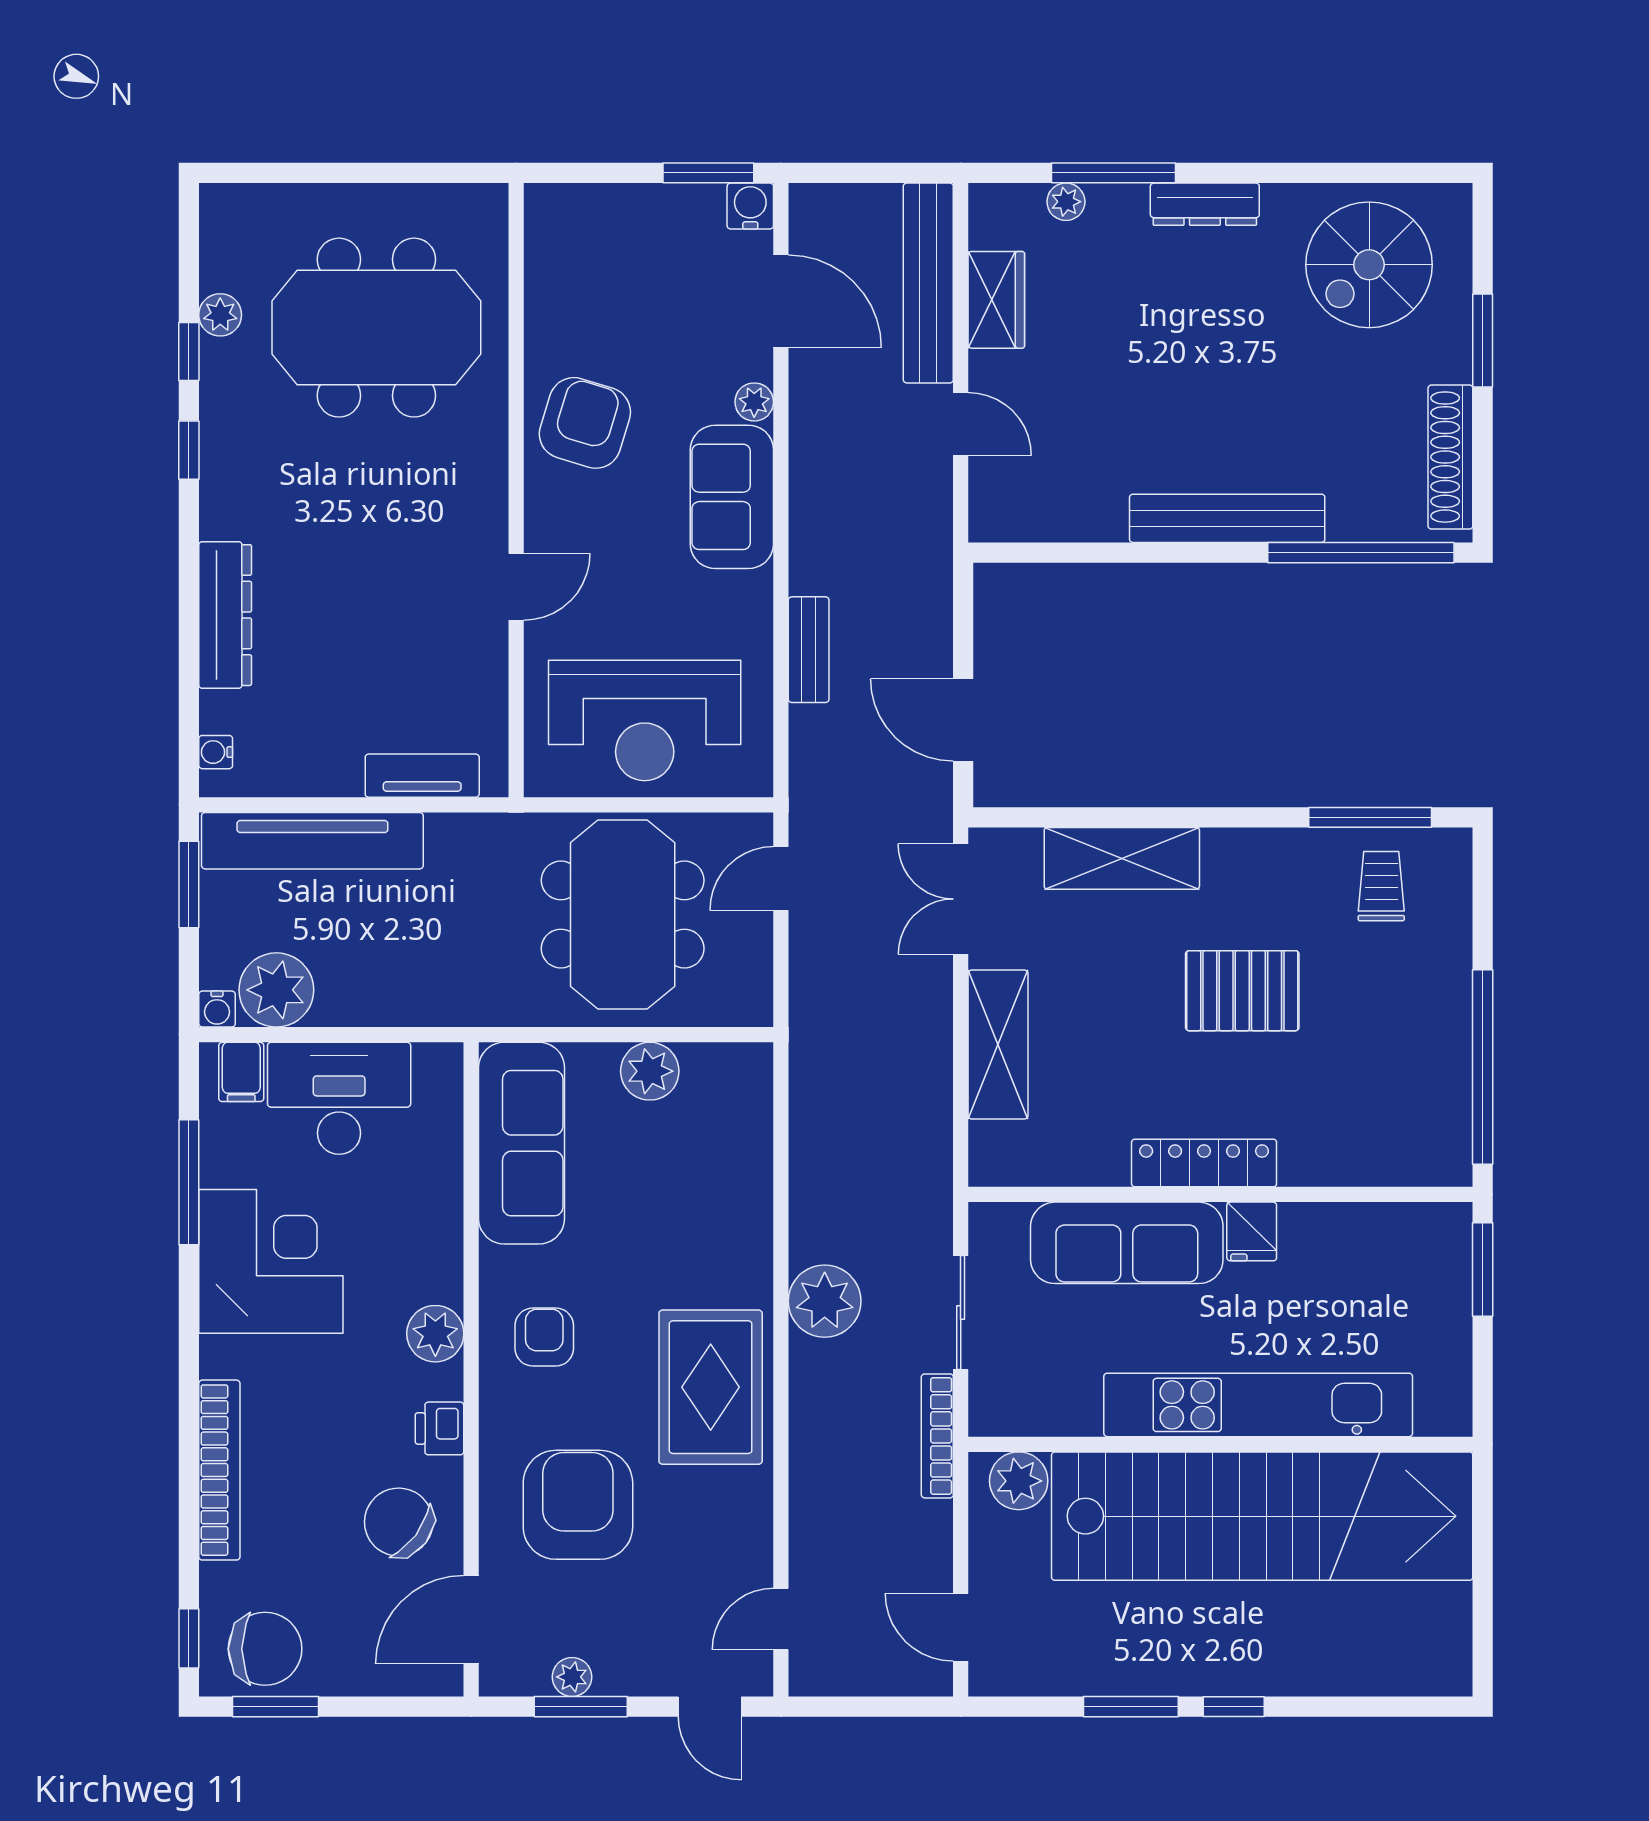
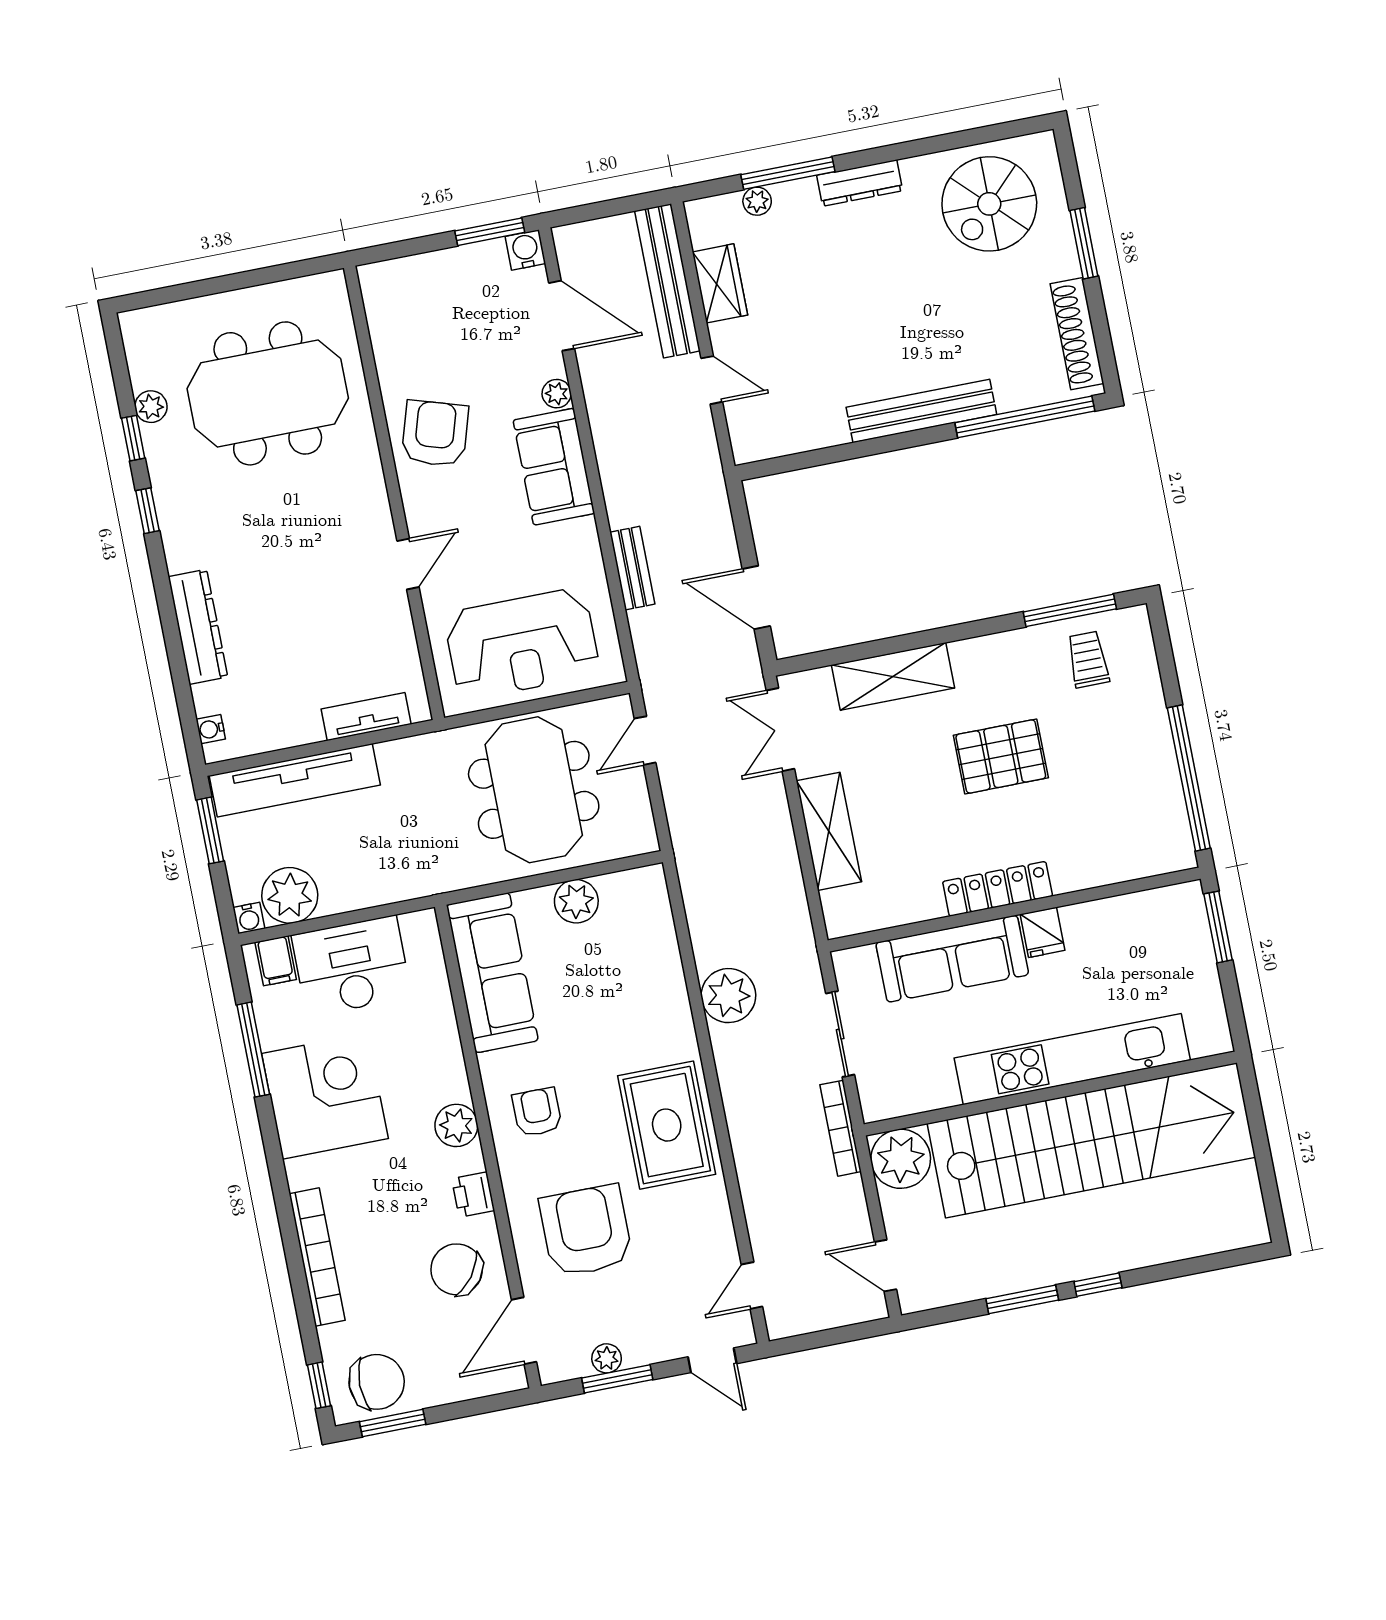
plant: (825, 1301) -> (728, 996), moved
plant: (1019, 1481) -> (901, 1159), width x1.36, depth x1.36

